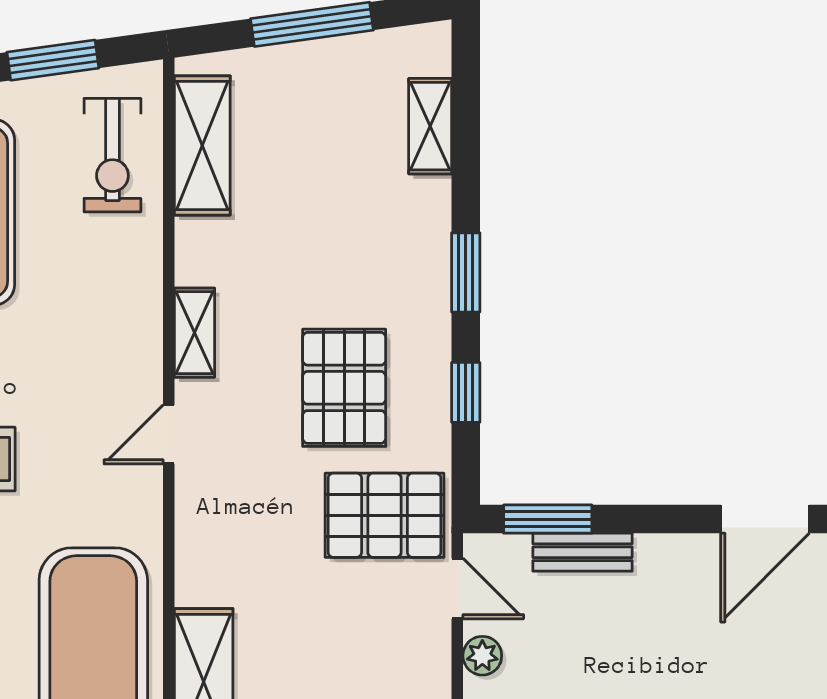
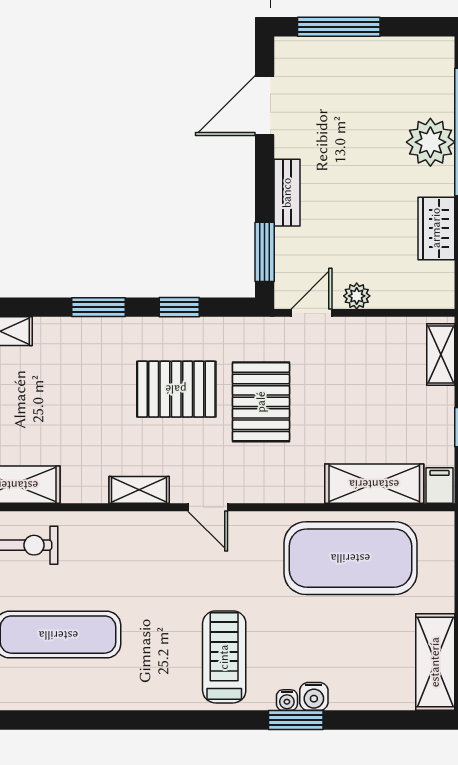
pallet: (385, 515) -> (261, 402), moved
door: (765, 519) -> (265, 105), swing flipped
bench: (582, 552) -> (287, 193), moved

